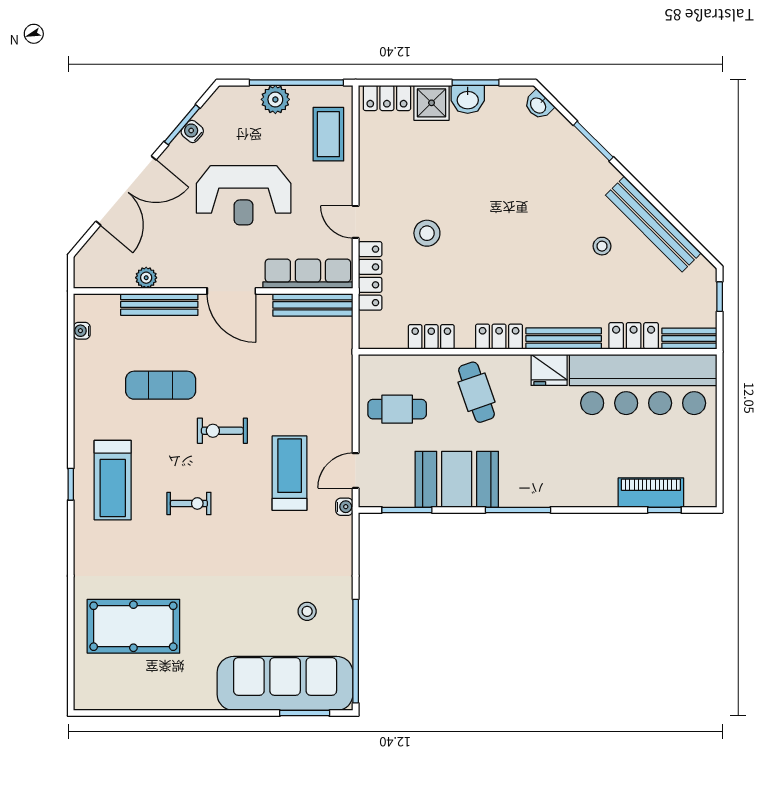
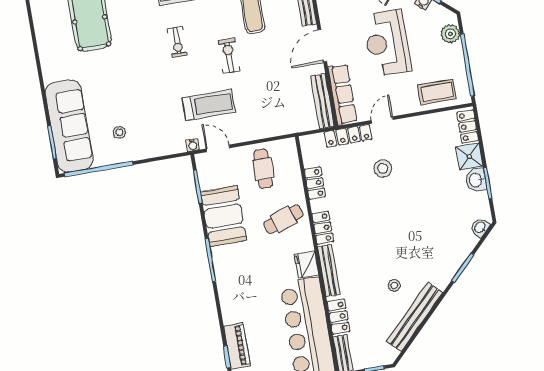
plant: (275, 99) -> (450, 34), moved

